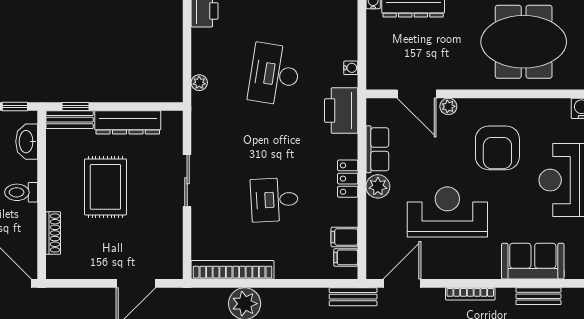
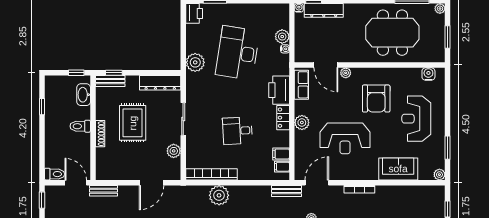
plant: (346, 48) -> (282, 37), added
desk: (274, 74) -> (238, 53), width x1.36, depth x1.30
plant: (199, 83) -> (195, 62), width x1.87, depth x1.87
printer: (341, 111) -> (279, 90), moved
dresser: (128, 122) -> (160, 83), moved
row of seats: (377, 149) -> (301, 85), moved
reception desk: (447, 212) -> (345, 138), turned 180
plant: (172, 232) -> (174, 151), added
shoe rack: (53, 233) -> (100, 134), moved
bench: (538, 296) -> (103, 191), moved

